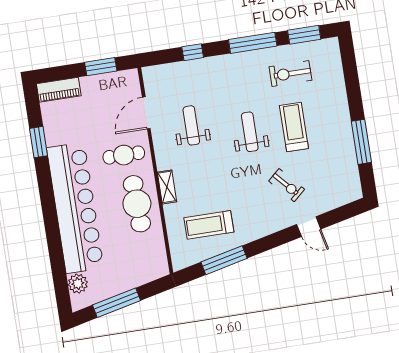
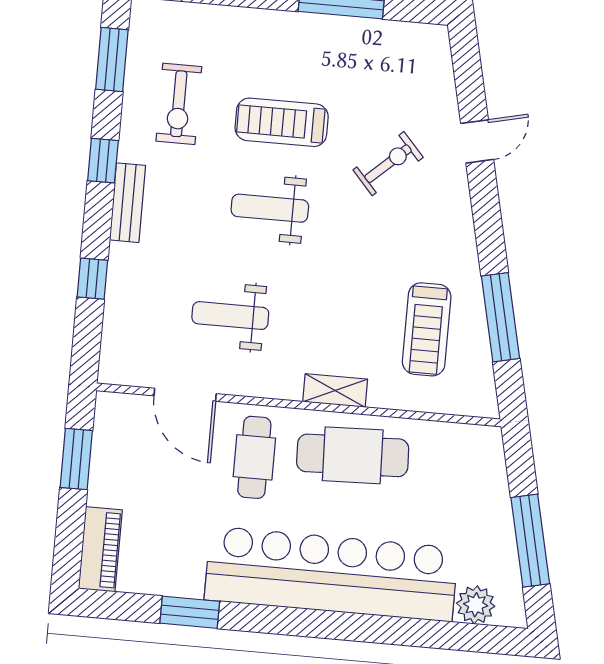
window: (253, 43) -> (103, 161), width x0.46
bench: (235, 60) -> (128, 203), added

